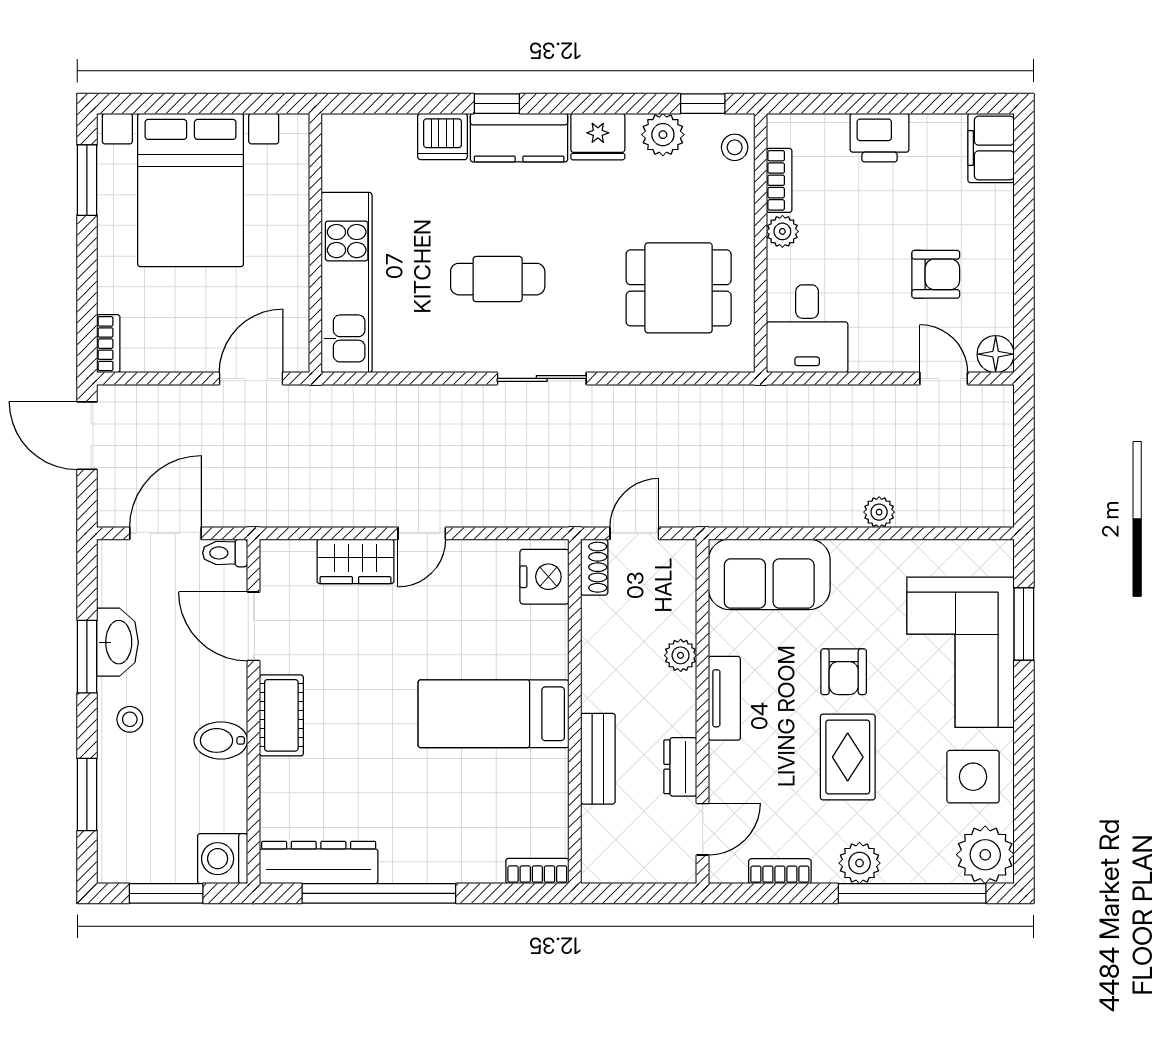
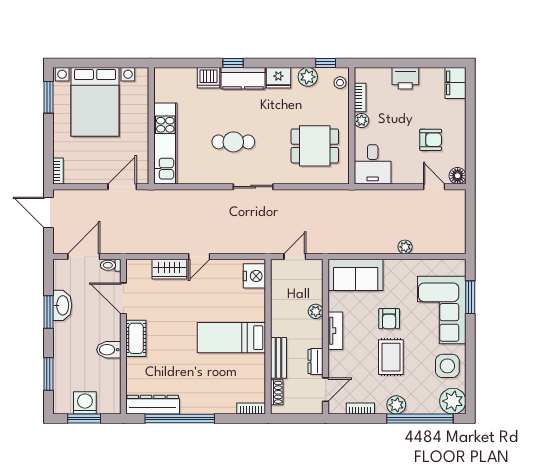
shoe rack: (594, 567) -> (277, 392), moved
stool: (130, 719) -> (68, 340), removed
washing machine: (223, 859) -> (85, 403), moved, turned 90

